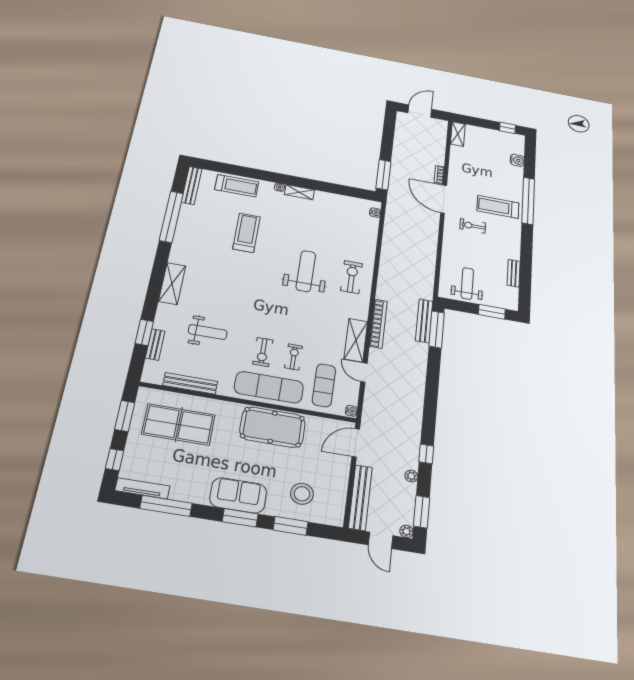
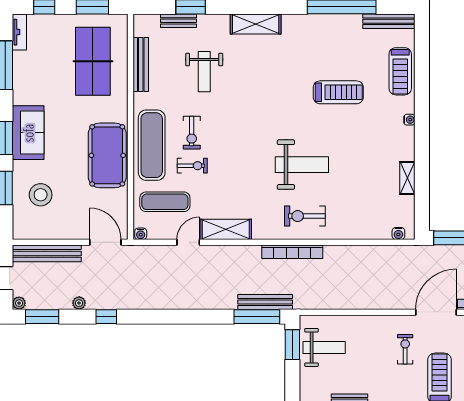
shelving: (299, 192) -> (407, 178), moved
exercise bike: (352, 277) -> (305, 216), turned 180
window: (492, 312) -> (292, 345), moved
bookcase: (378, 324) -> (292, 252), moved
exercise bike: (263, 352) -> (192, 133), turned -90
tv unit: (142, 488) -> (19, 32), width x0.71

